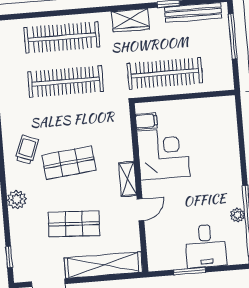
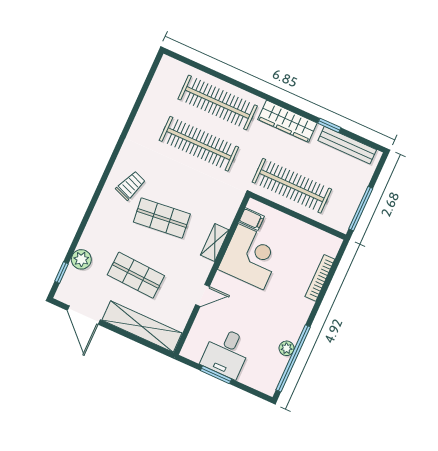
wardrobe: (131, 20) -> (287, 121), width x1.50
window: (233, 36) -> (361, 209), moved
bookcase: (233, 139) -> (320, 278), added
shelving: (128, 179) -> (215, 242), moved
plant: (17, 199) -> (81, 259), moved
desk: (206, 246) -> (226, 353), moved

